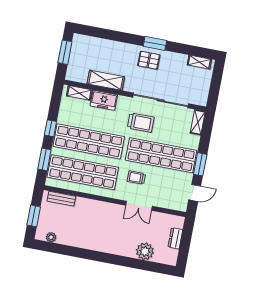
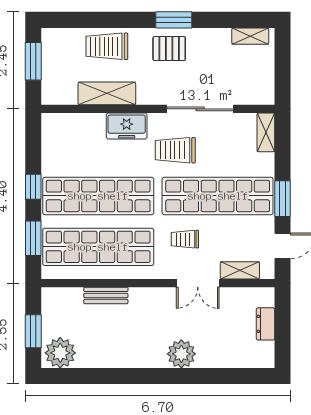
trolley: (111, 52) -> (107, 46), added
shelving: (79, 93) -> (240, 270), moved
freezer: (104, 100) -> (127, 126), moved
sliding door: (161, 100) -> (200, 109), width x0.73
trolley: (141, 123) -> (175, 150), turned 180
bench: (61, 199) -> (106, 295), moved
plant: (51, 237) -> (60, 353), width x1.88, depth x1.88
plant: (145, 251) -> (181, 354), moved

